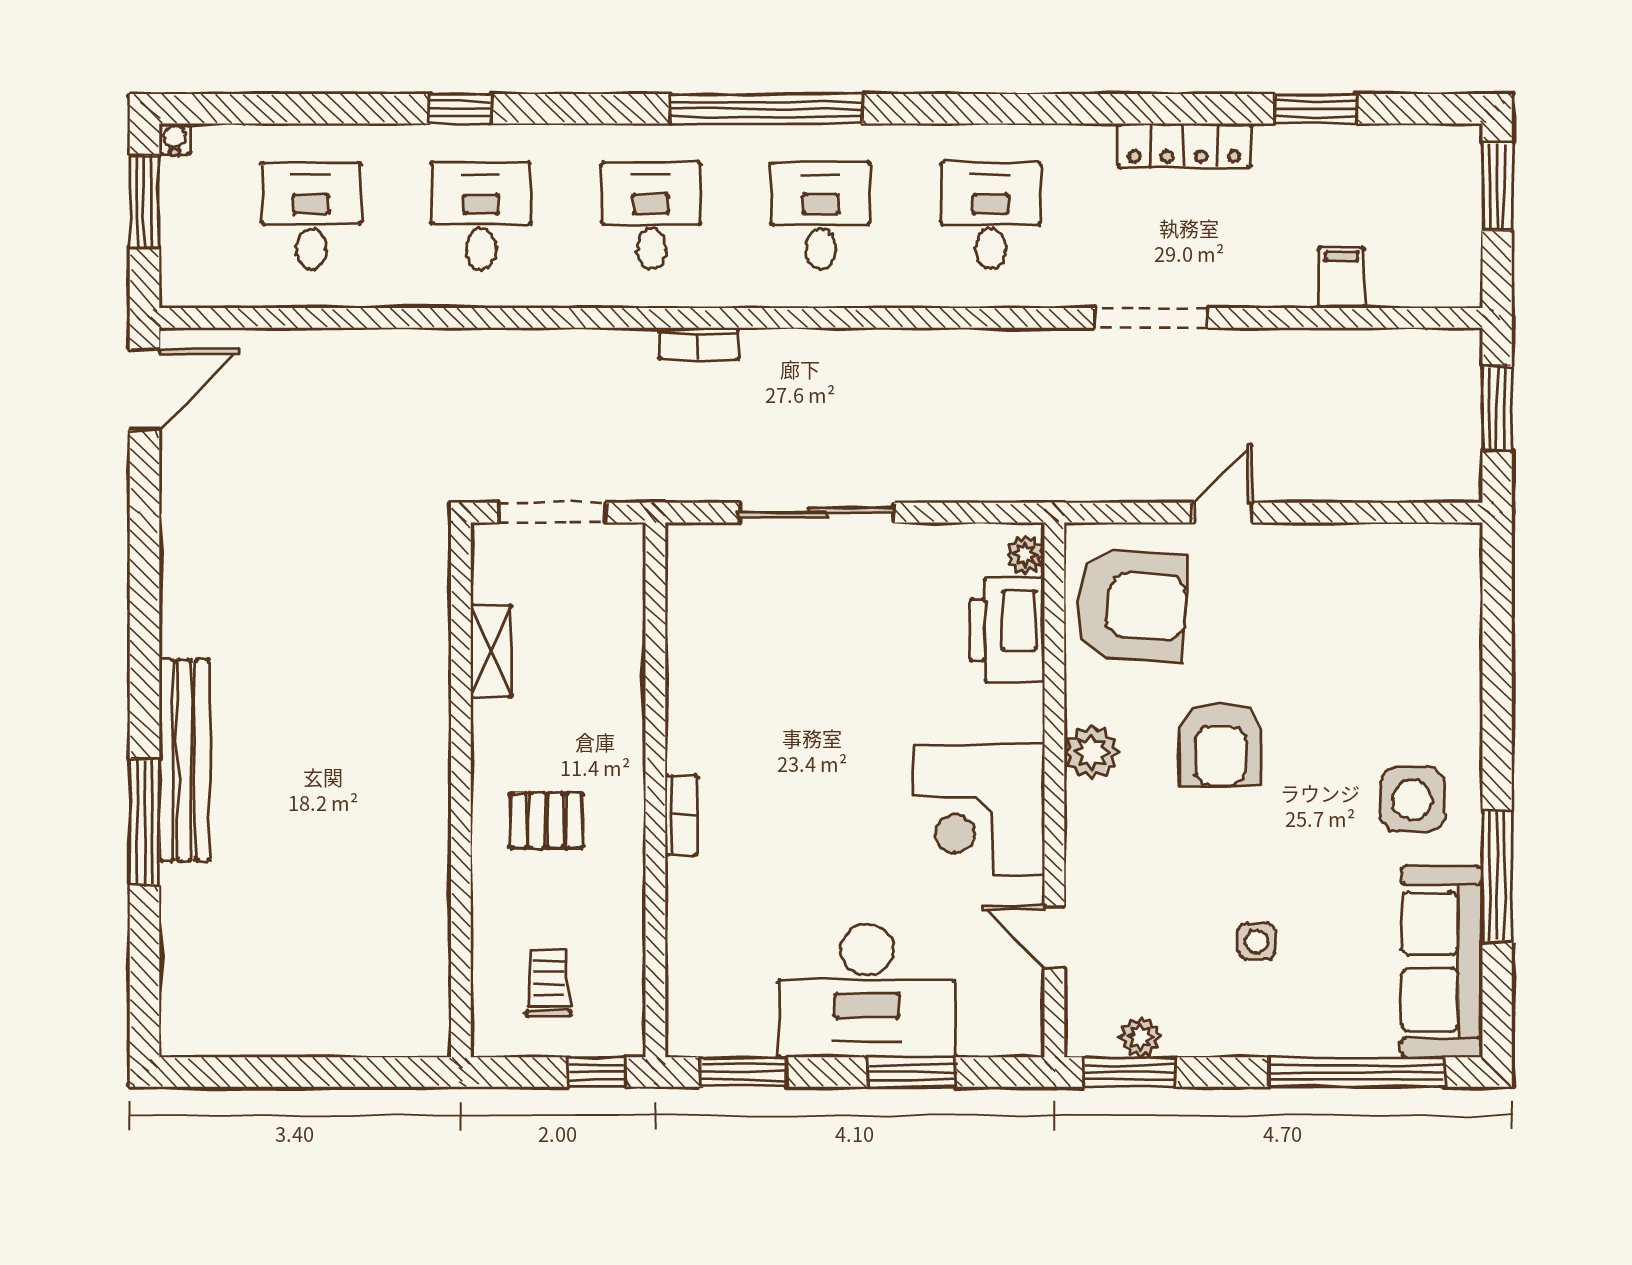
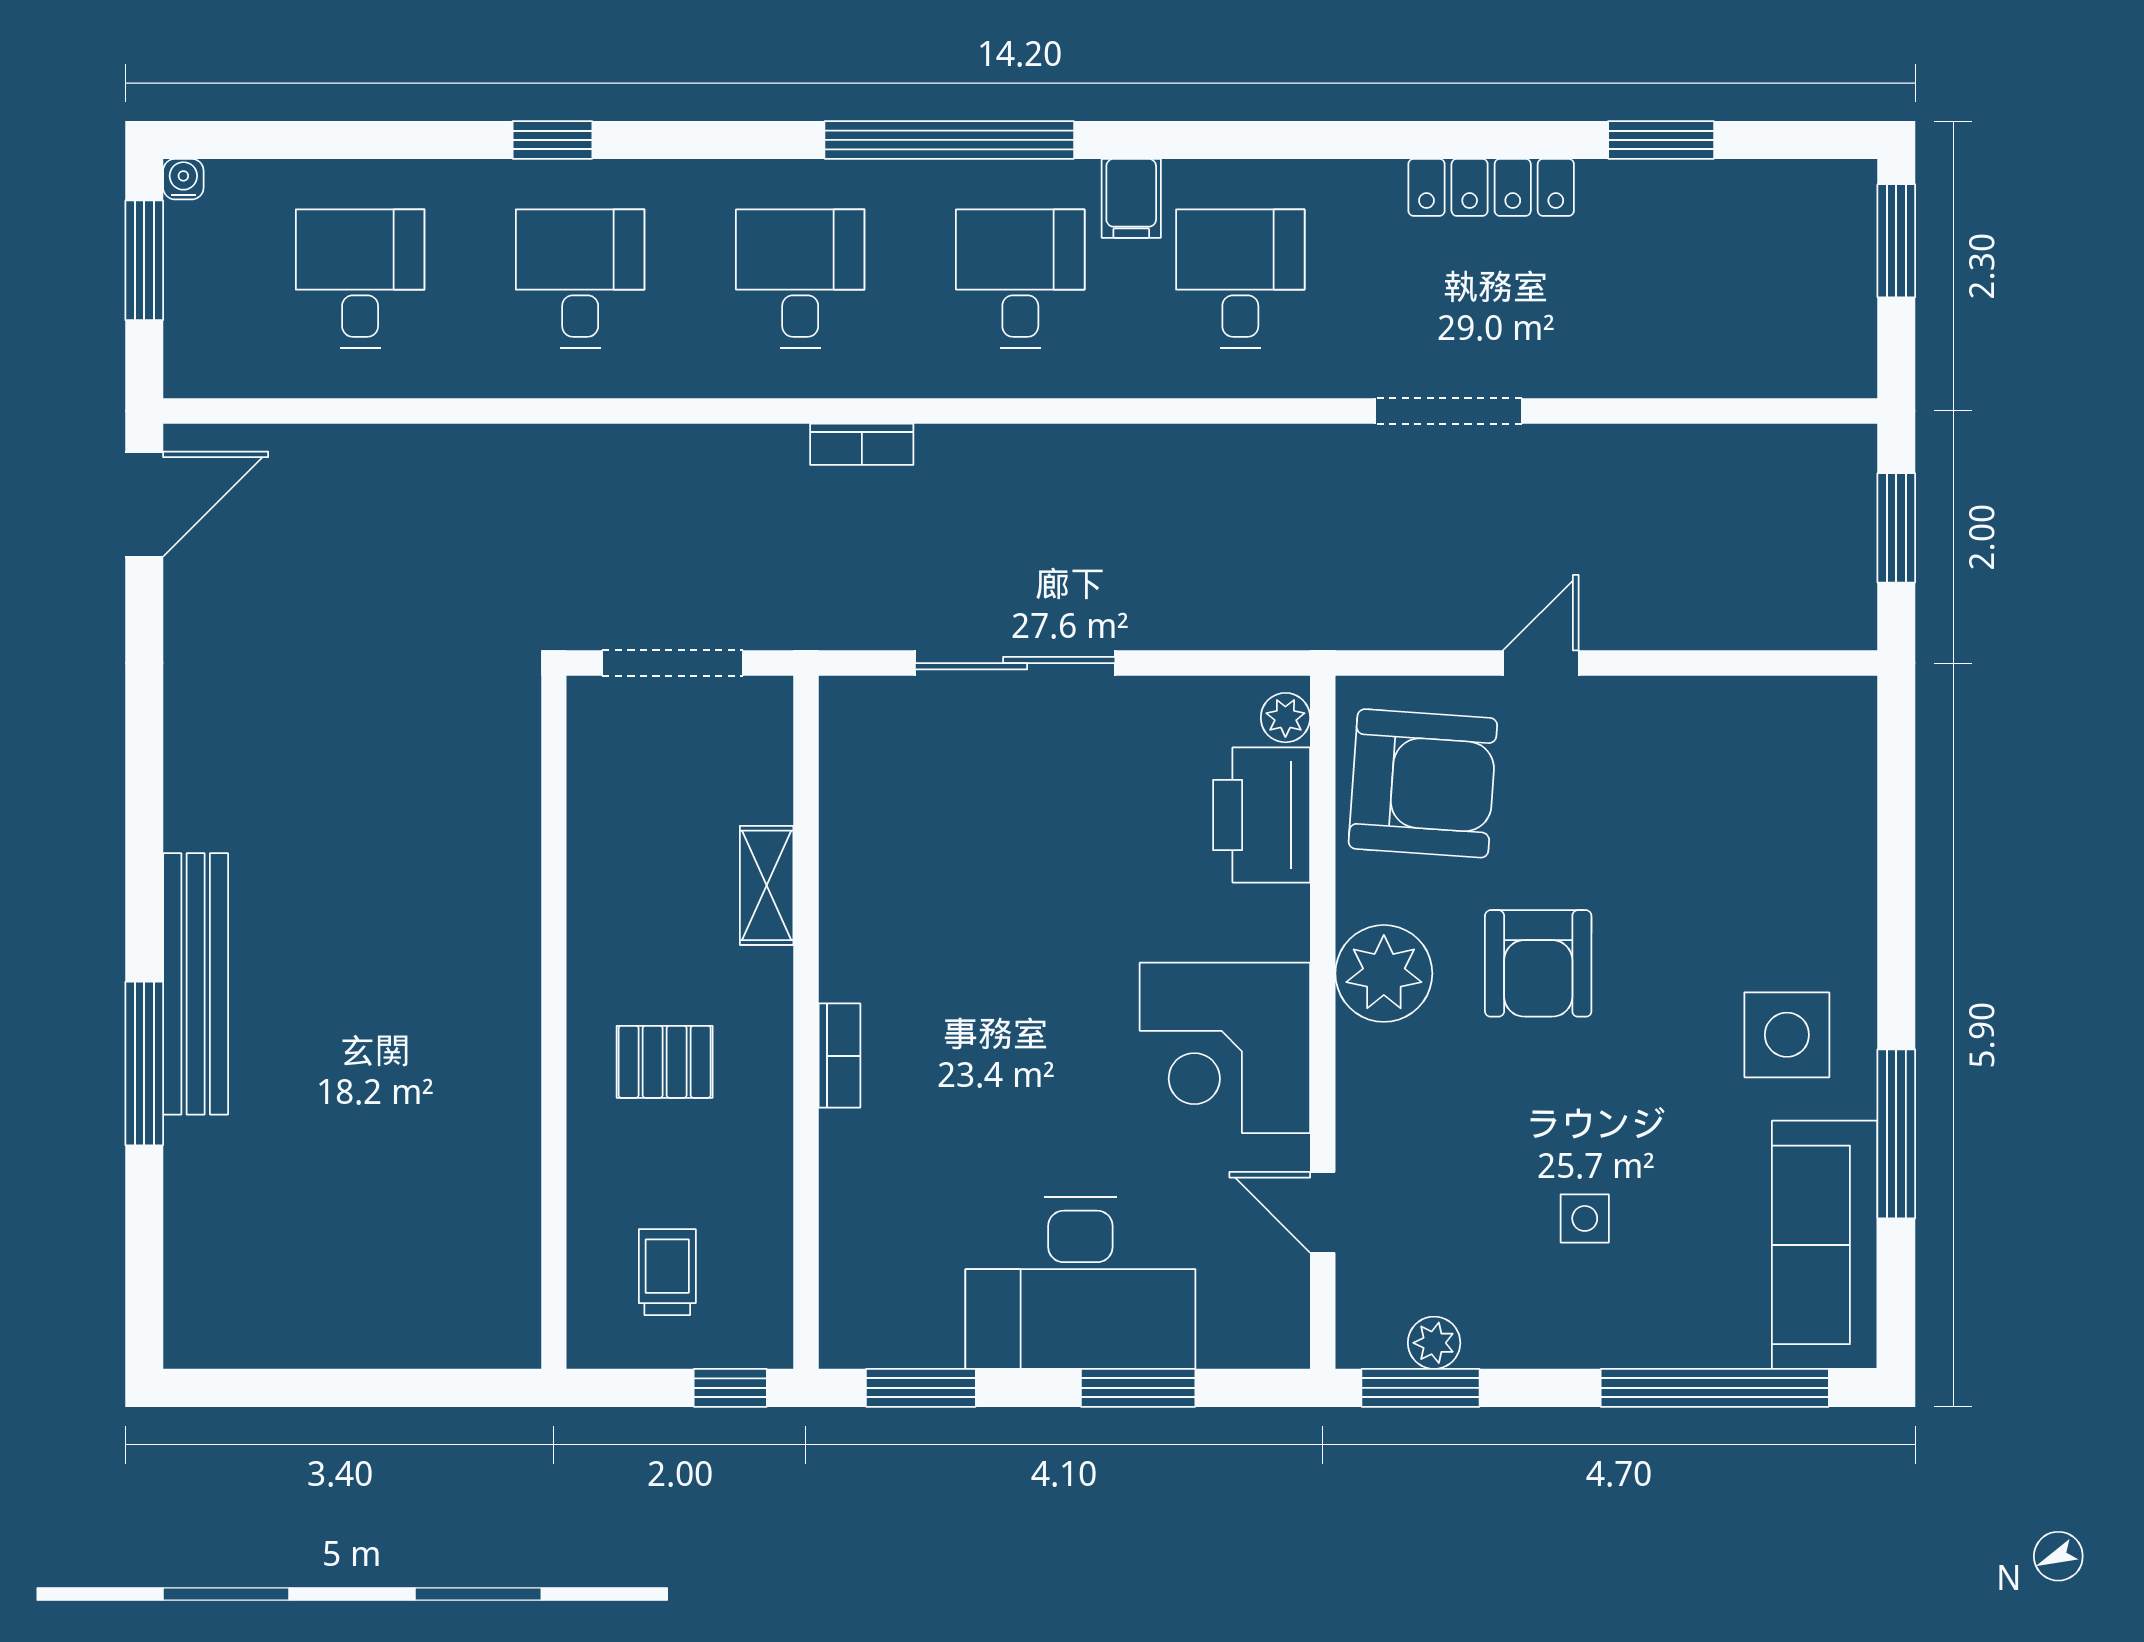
filing cabinet: (1341, 278) -> (1131, 198), moved, turned 180
shelving: (491, 651) -> (767, 885), moved
plant: (1092, 752) -> (1384, 973), width x1.36, depth x1.36

